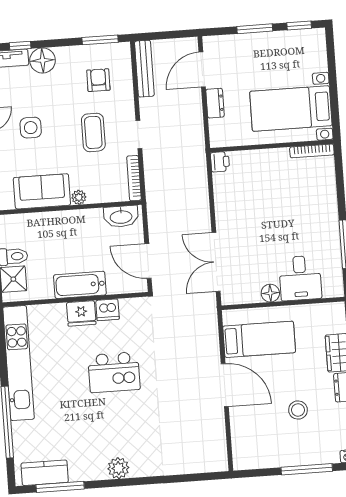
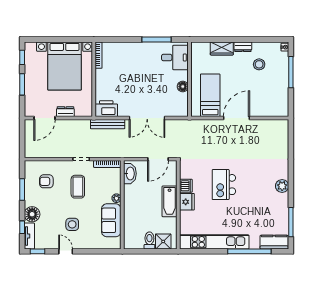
window: (100, 40) -> (22, 190), moved
bench: (144, 69) -> (108, 124), moved
door: (202, 70) -> (44, 118), hinge flipped
bed with nightstands: (291, 109) -> (65, 66), width x1.36
coffee table: (93, 132) -> (78, 187), turned 90
printer: (220, 162) -> (106, 109), width x1.87, depth x1.48
double door: (216, 262) -> (147, 118), moved
desk: (300, 278) -> (175, 57), moved
kitchen island: (114, 372) -> (224, 185), turned 180
stool: (298, 410) -> (259, 64), moved
kitchen counter: (45, 473) -> (274, 242), moved, turned 90

